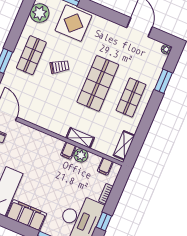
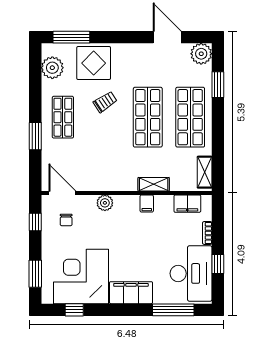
plant: (166, 49) -> (201, 54), width x1.88, depth x1.88
trolley: (60, 67) -> (105, 102), moved
shop shelf: (131, 97) -> (190, 117), width x1.43, depth x1.36
plant: (81, 155) -> (105, 203), moved
filing cabinet: (105, 166) -> (187, 204), width x2.00

